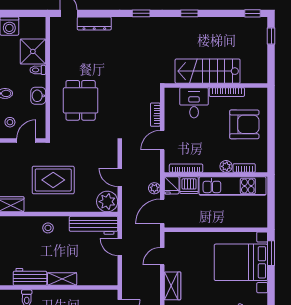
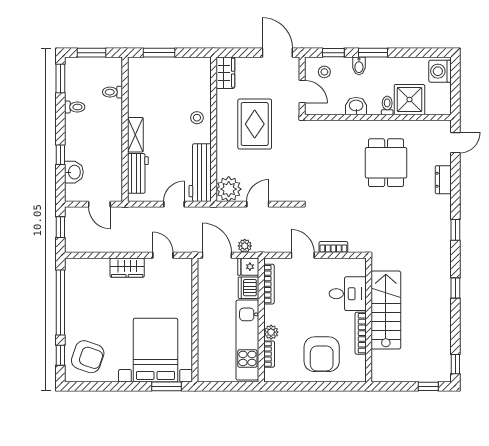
dresser: (94, 23) -> (443, 180), width x0.70
dining table: (81, 100) -> (386, 163), moved, turned 90
workbench: (30, 277) -> (138, 173), moved

